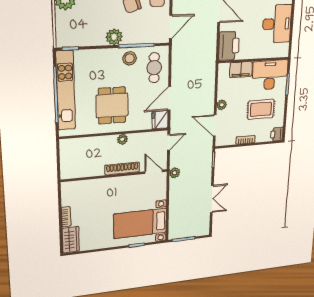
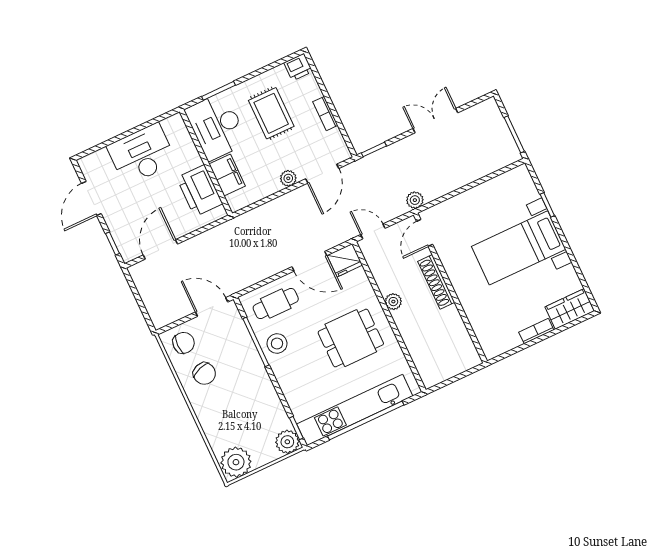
plant: (114, 37) -> (287, 442), moved
printer: (229, 46) -> (200, 191), moved, turned -90
bed with nightstands: (140, 223) -> (519, 248), moved, turned 90

